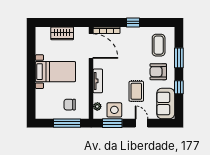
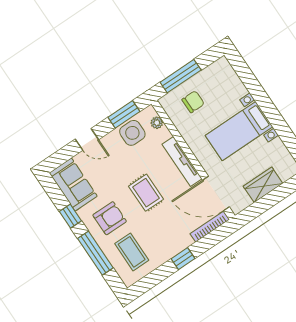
window: (179, 58) -> (95, 253), width x1.44
tv unit: (98, 81) -> (182, 162), width x1.41
rug: (136, 91) -> (146, 193), moved

